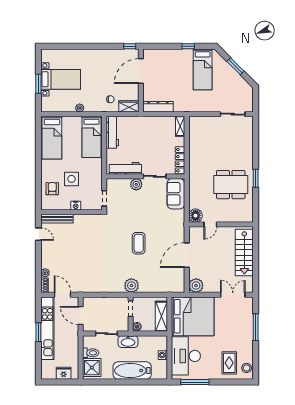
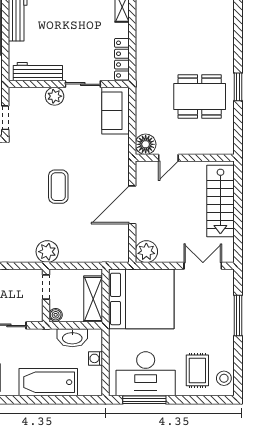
washbasin: (128, 342) -> (72, 338), moved
desk: (186, 356) -> (146, 374), moved, turned -90

